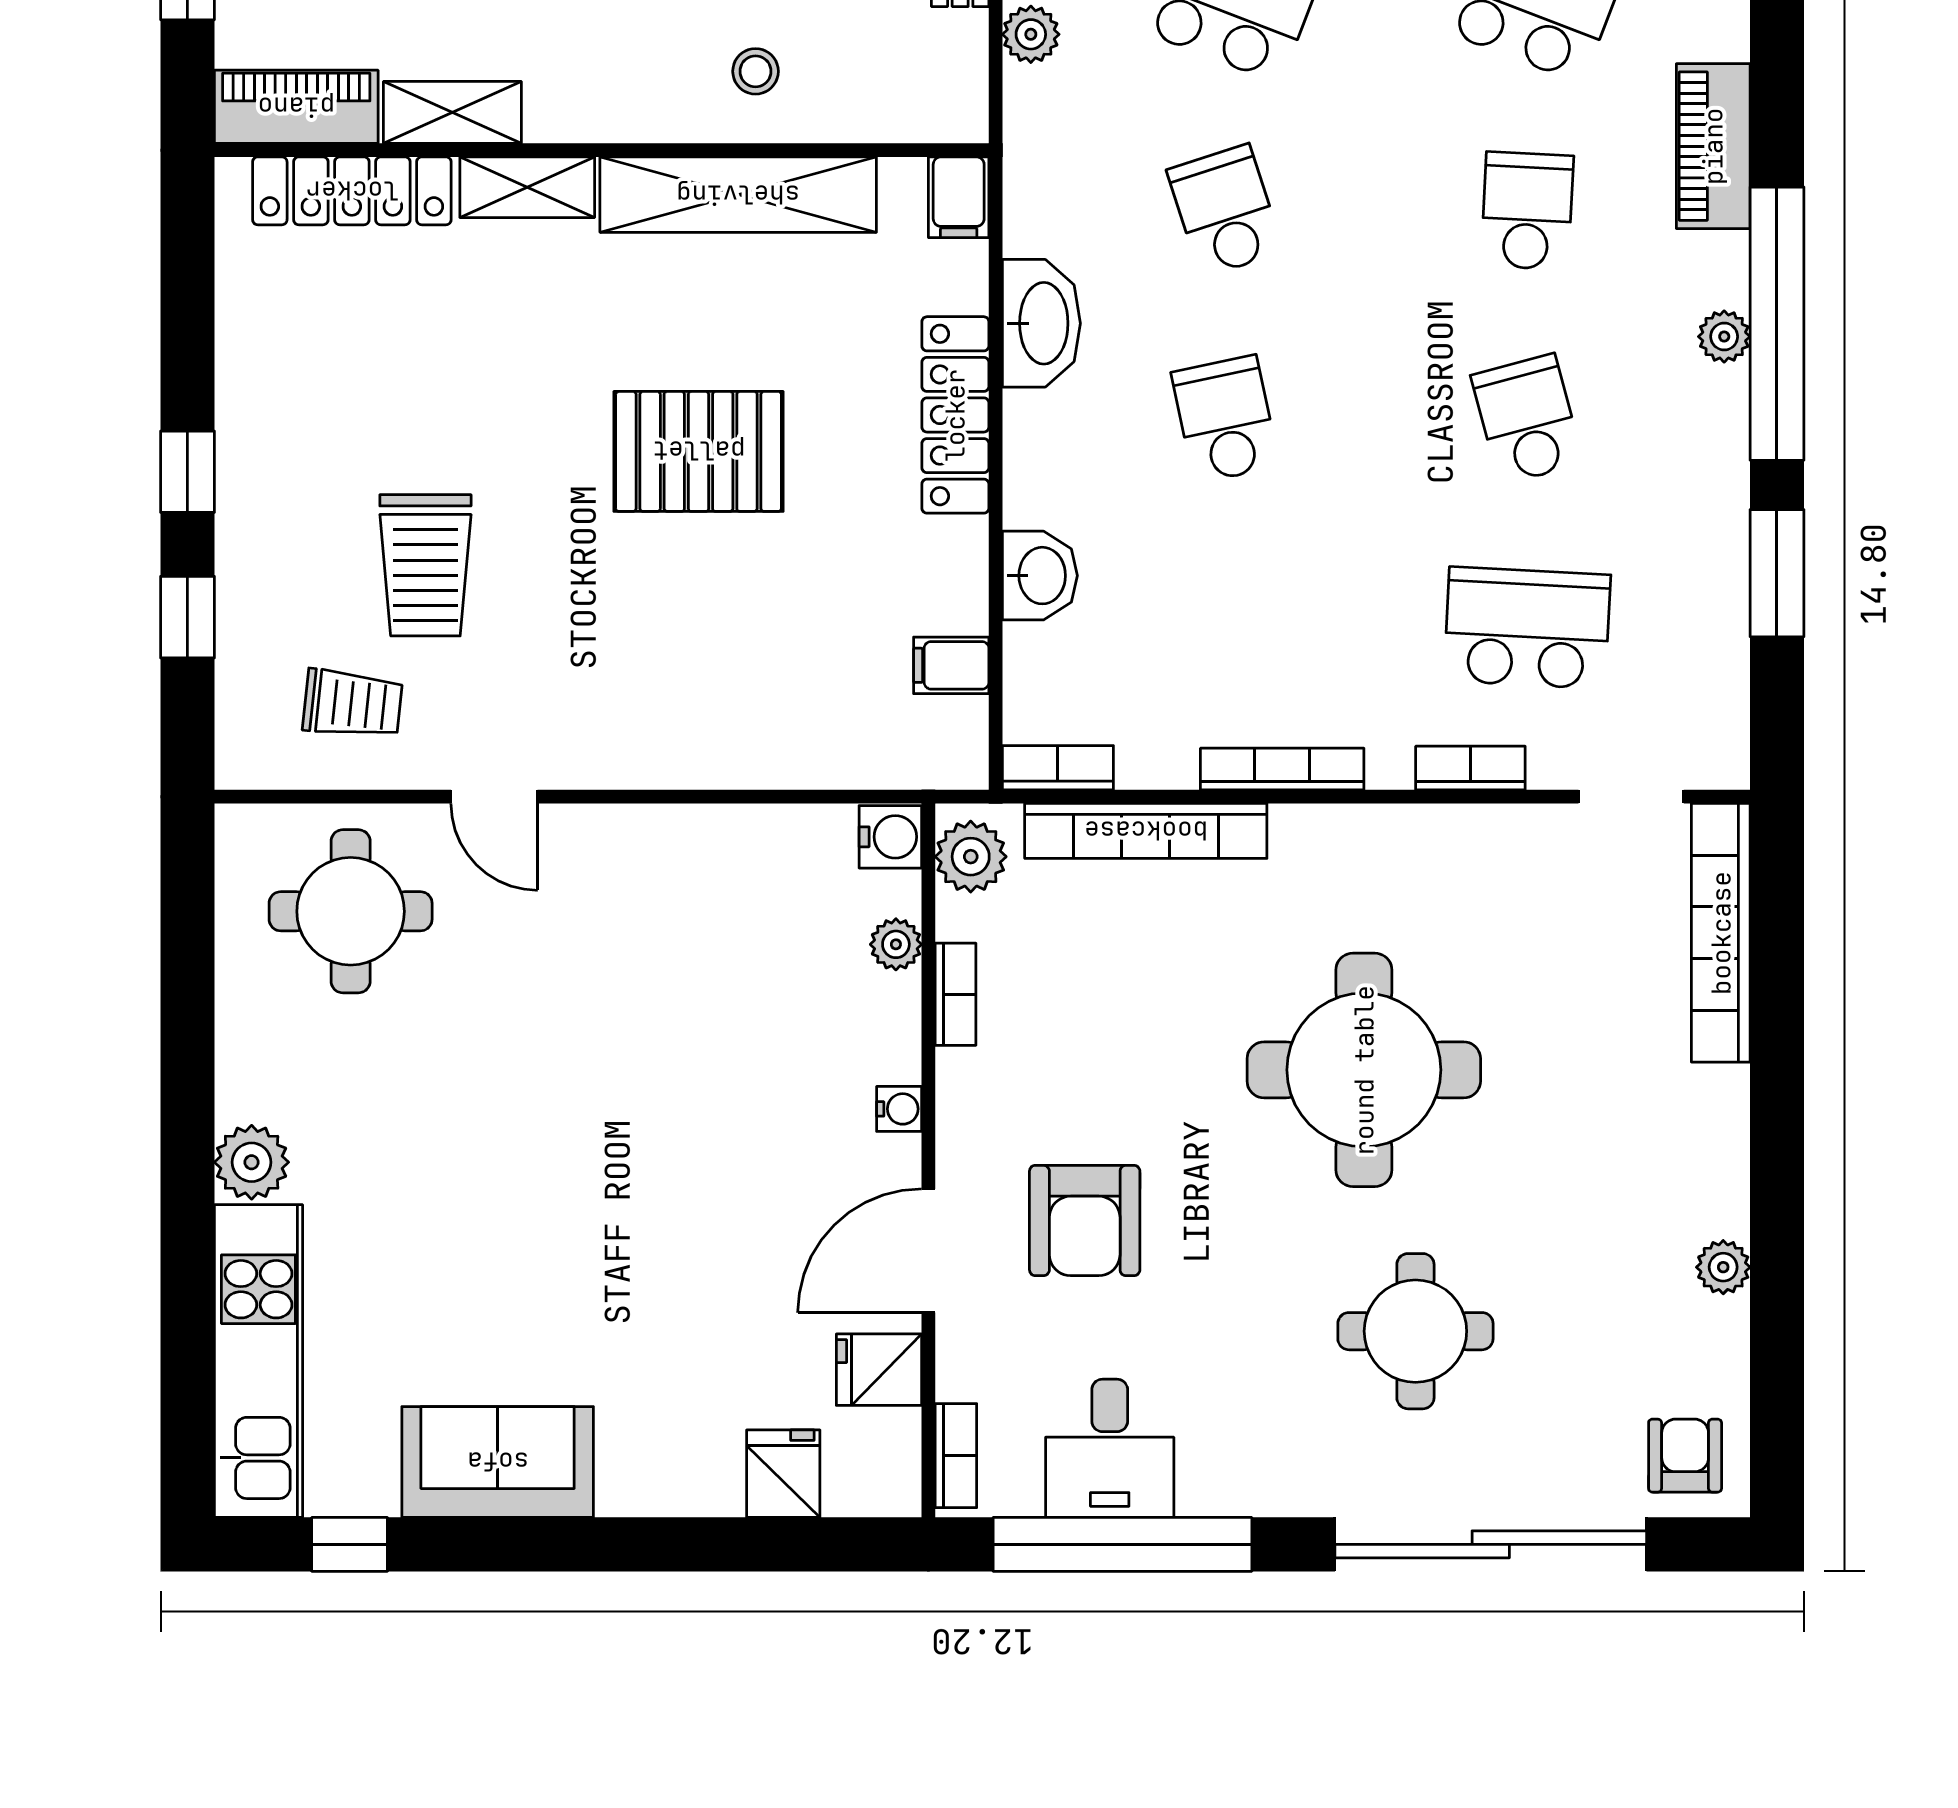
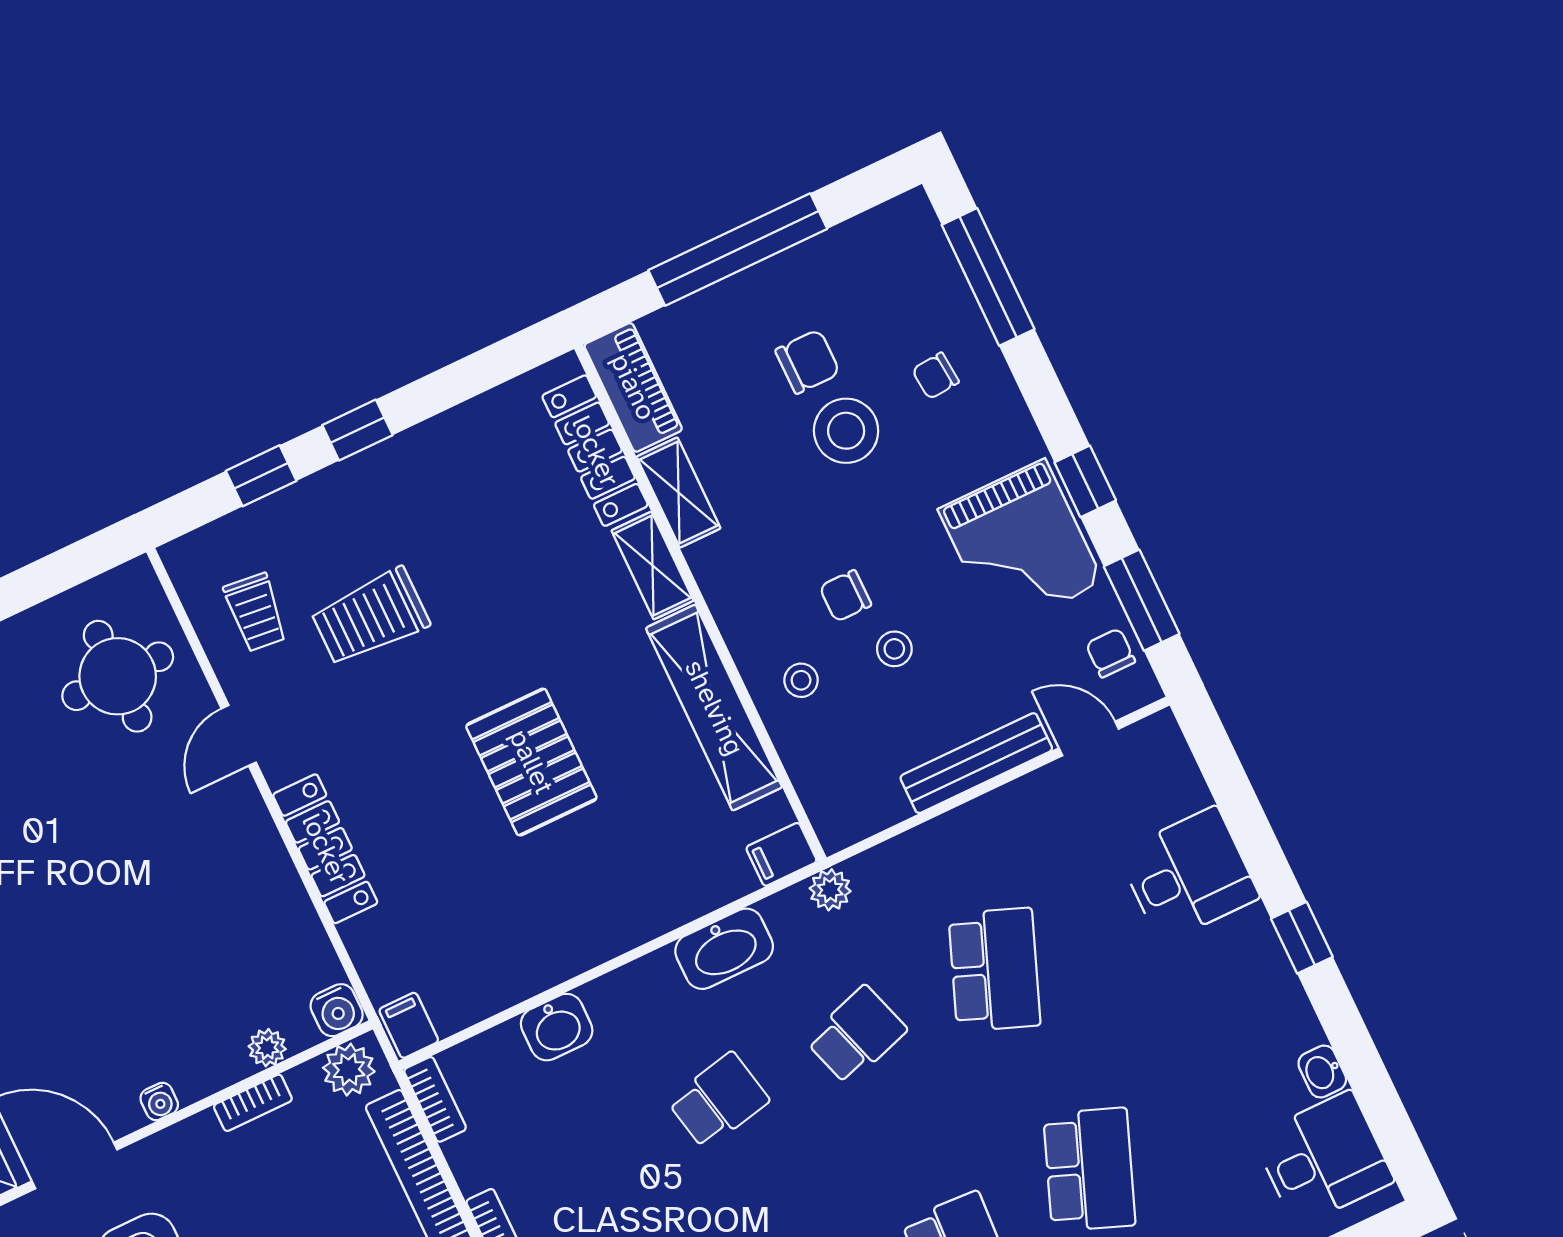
plant: (1031, 34) -> (830, 890), moved
locker: (955, 415) -> (325, 849), moved, turned 90
filing cabinet: (951, 665) -> (409, 1025), moved

